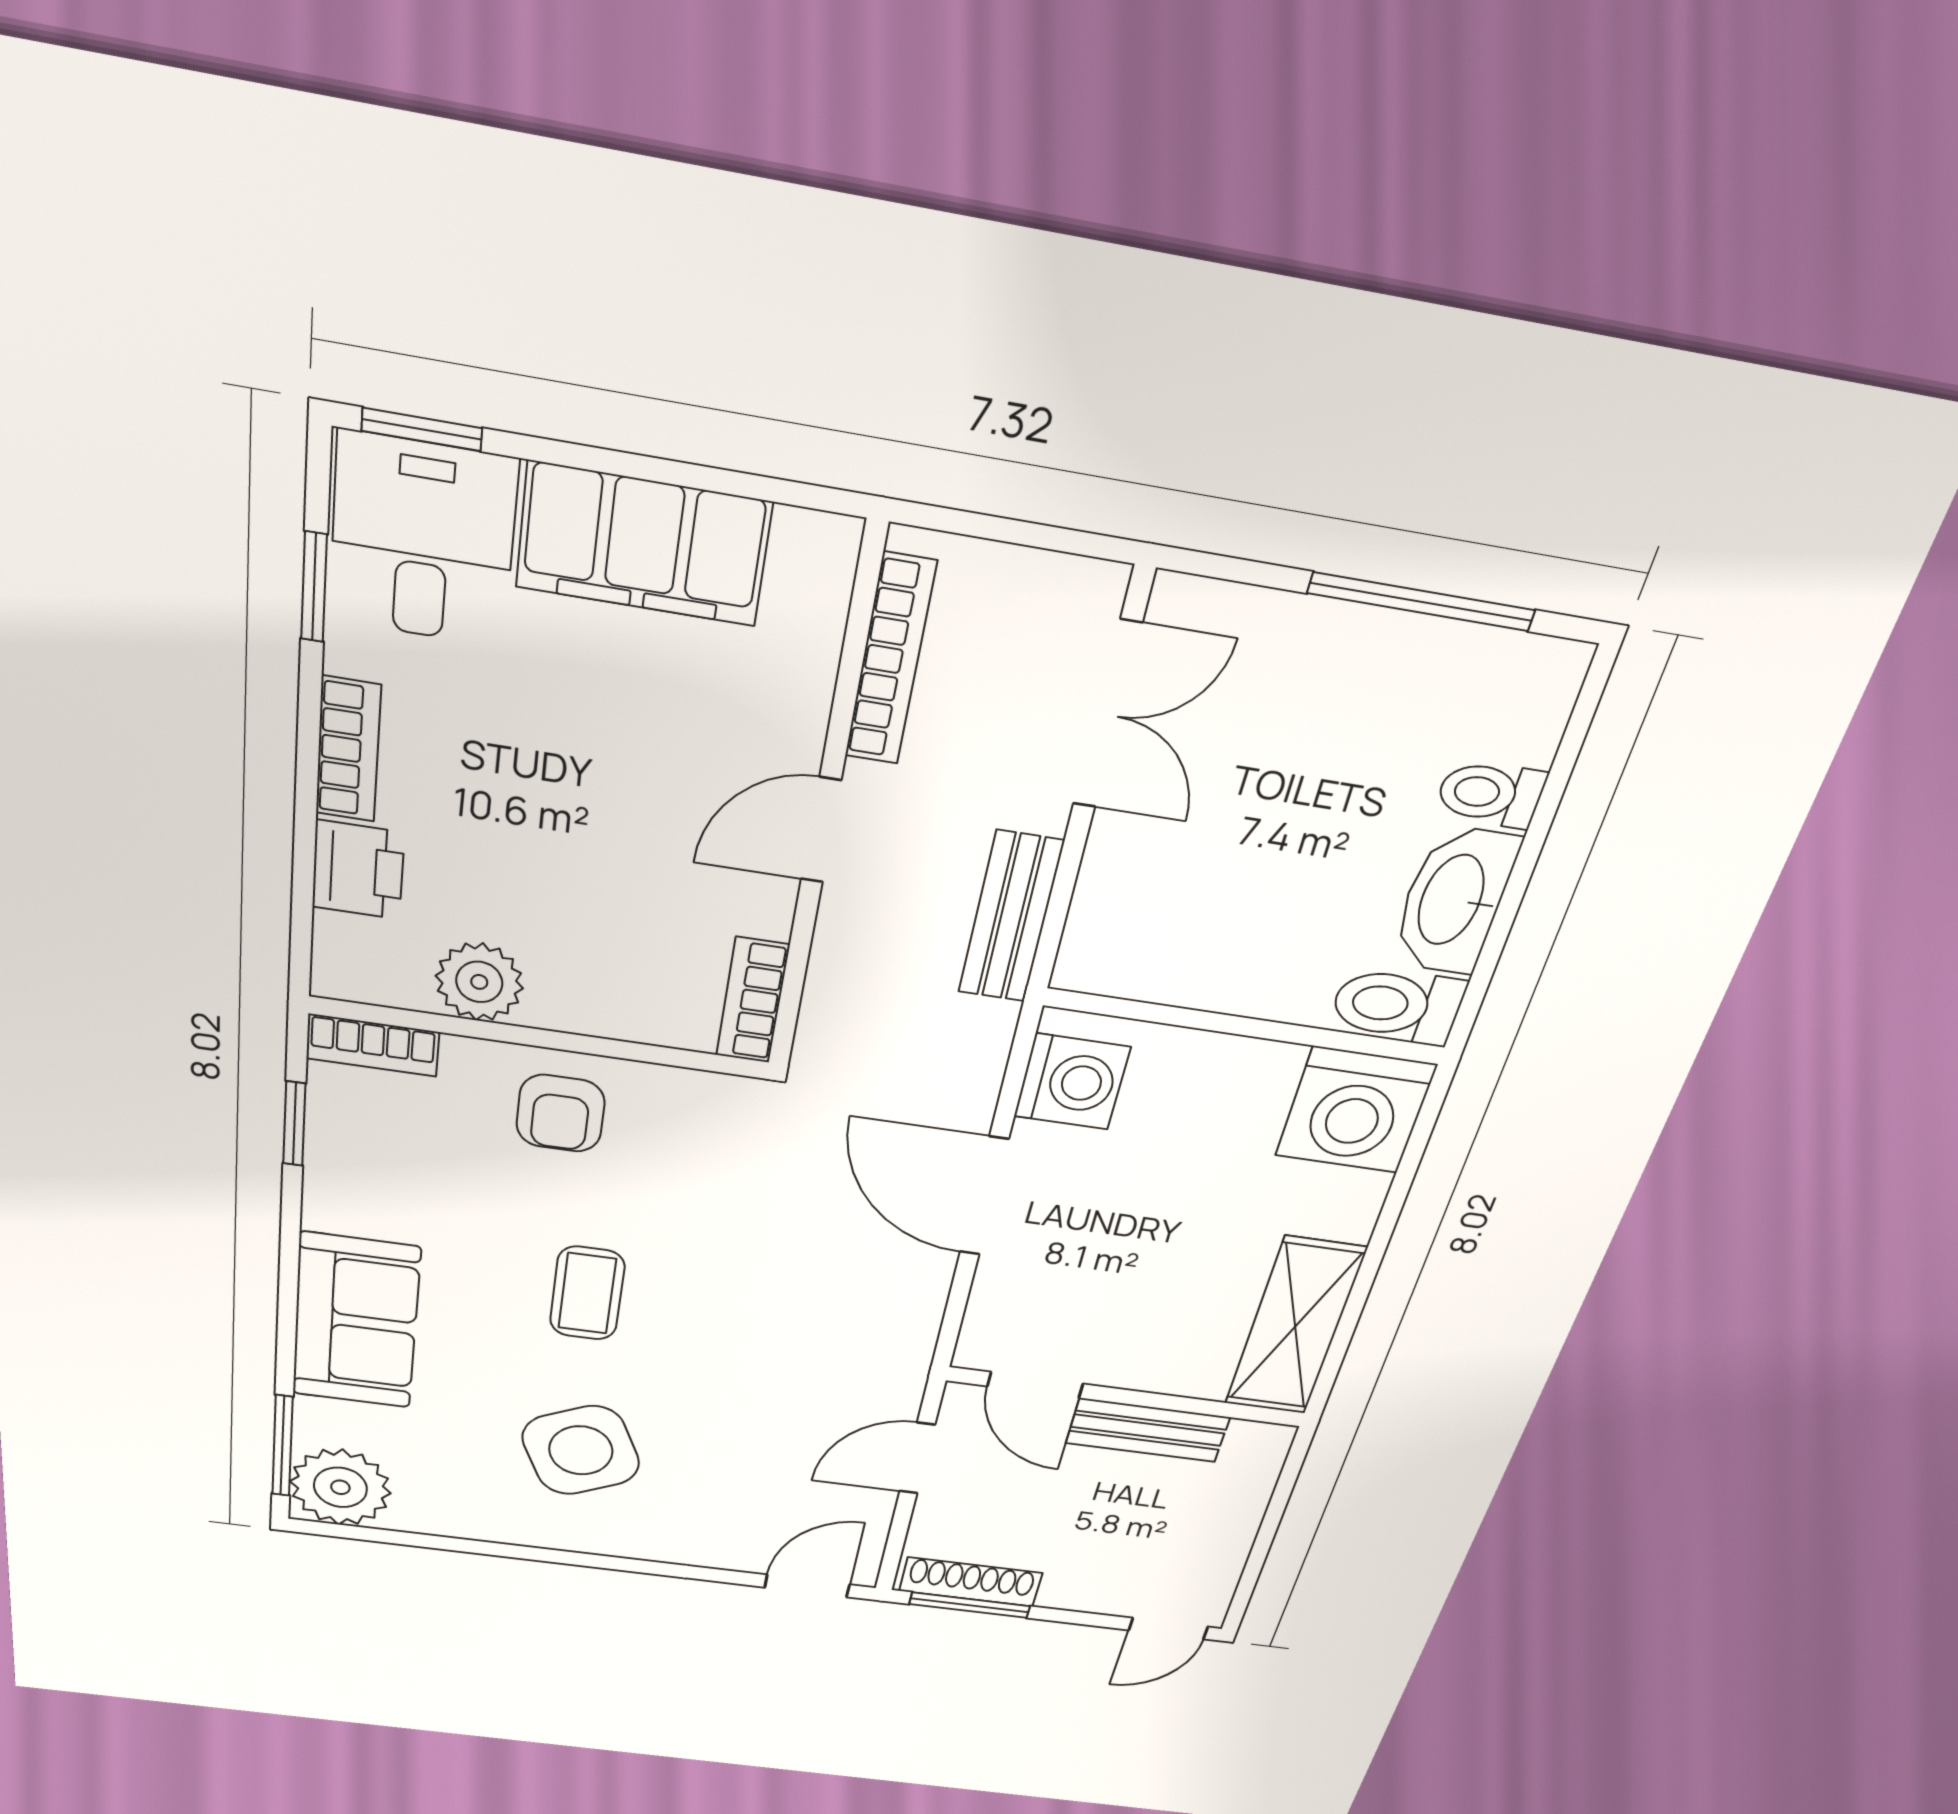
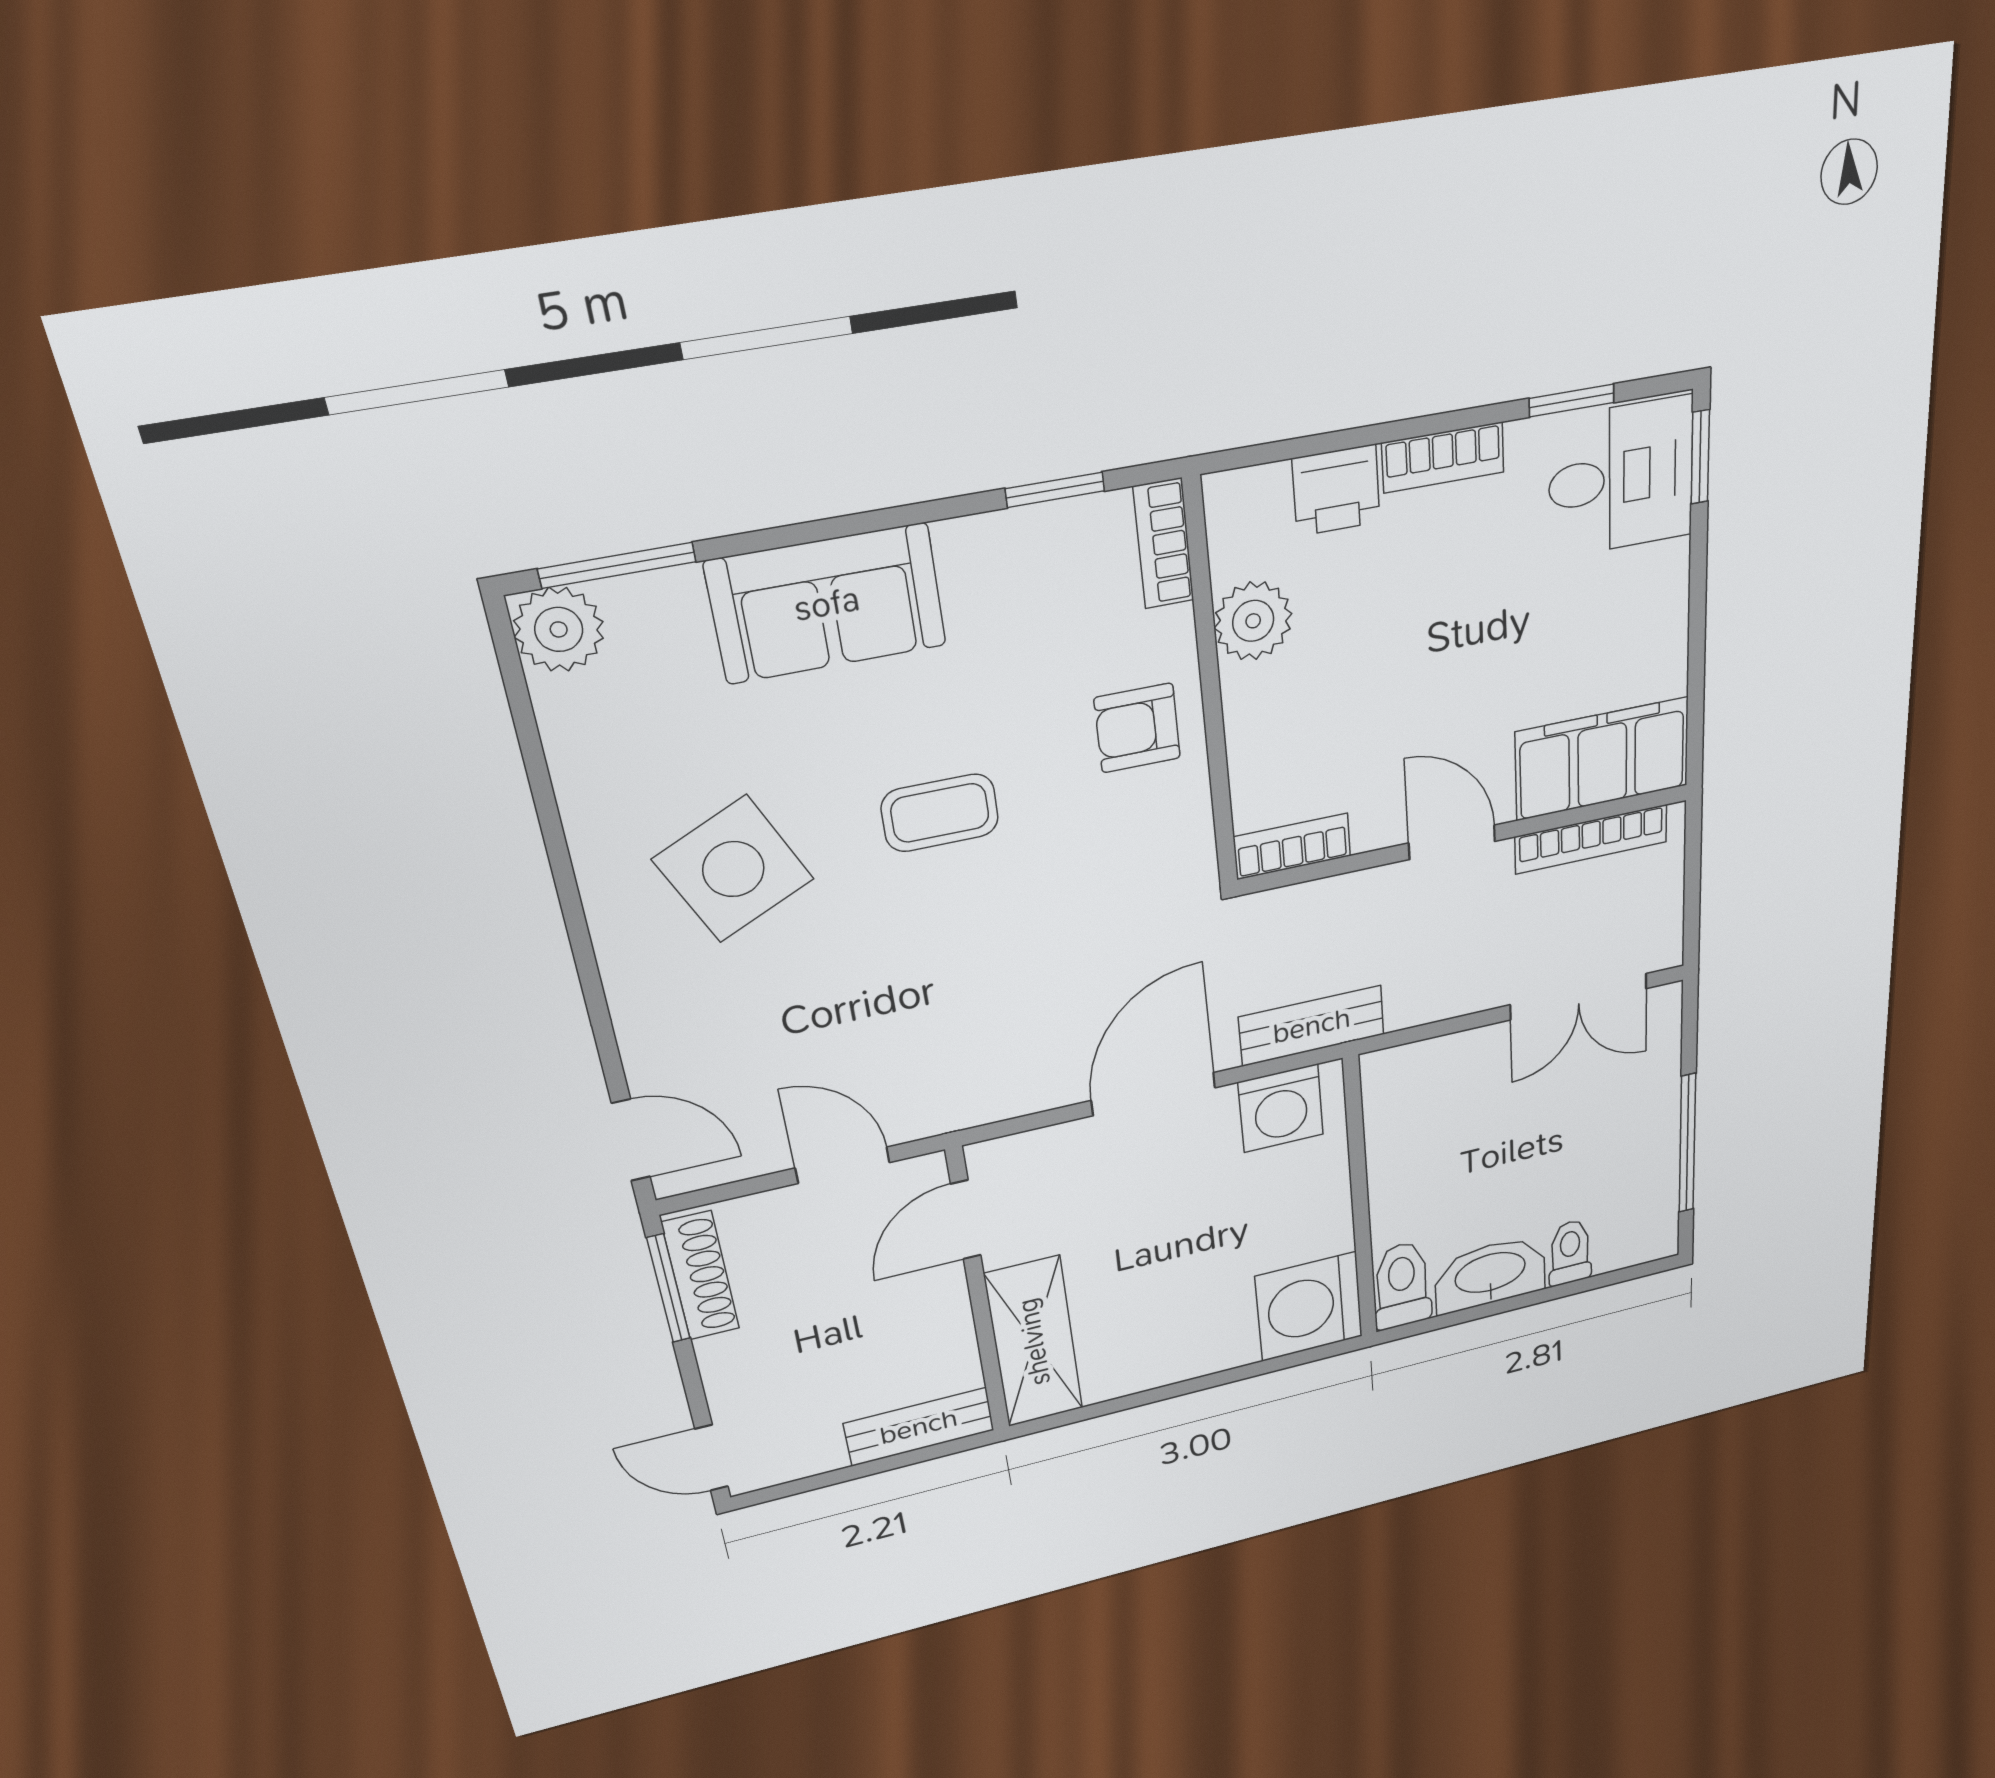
filing cabinet: (643, 545) -> (1602, 759), moved, turned 90
bench: (1011, 917) -> (1312, 1026), moved
shelving: (1295, 1327) -> (1034, 1342), moved, turned 90
bench: (1148, 1430) -> (919, 1427), moved, turned 90
plant: (340, 1487) -> (559, 629), width x0.73, depth x0.73

